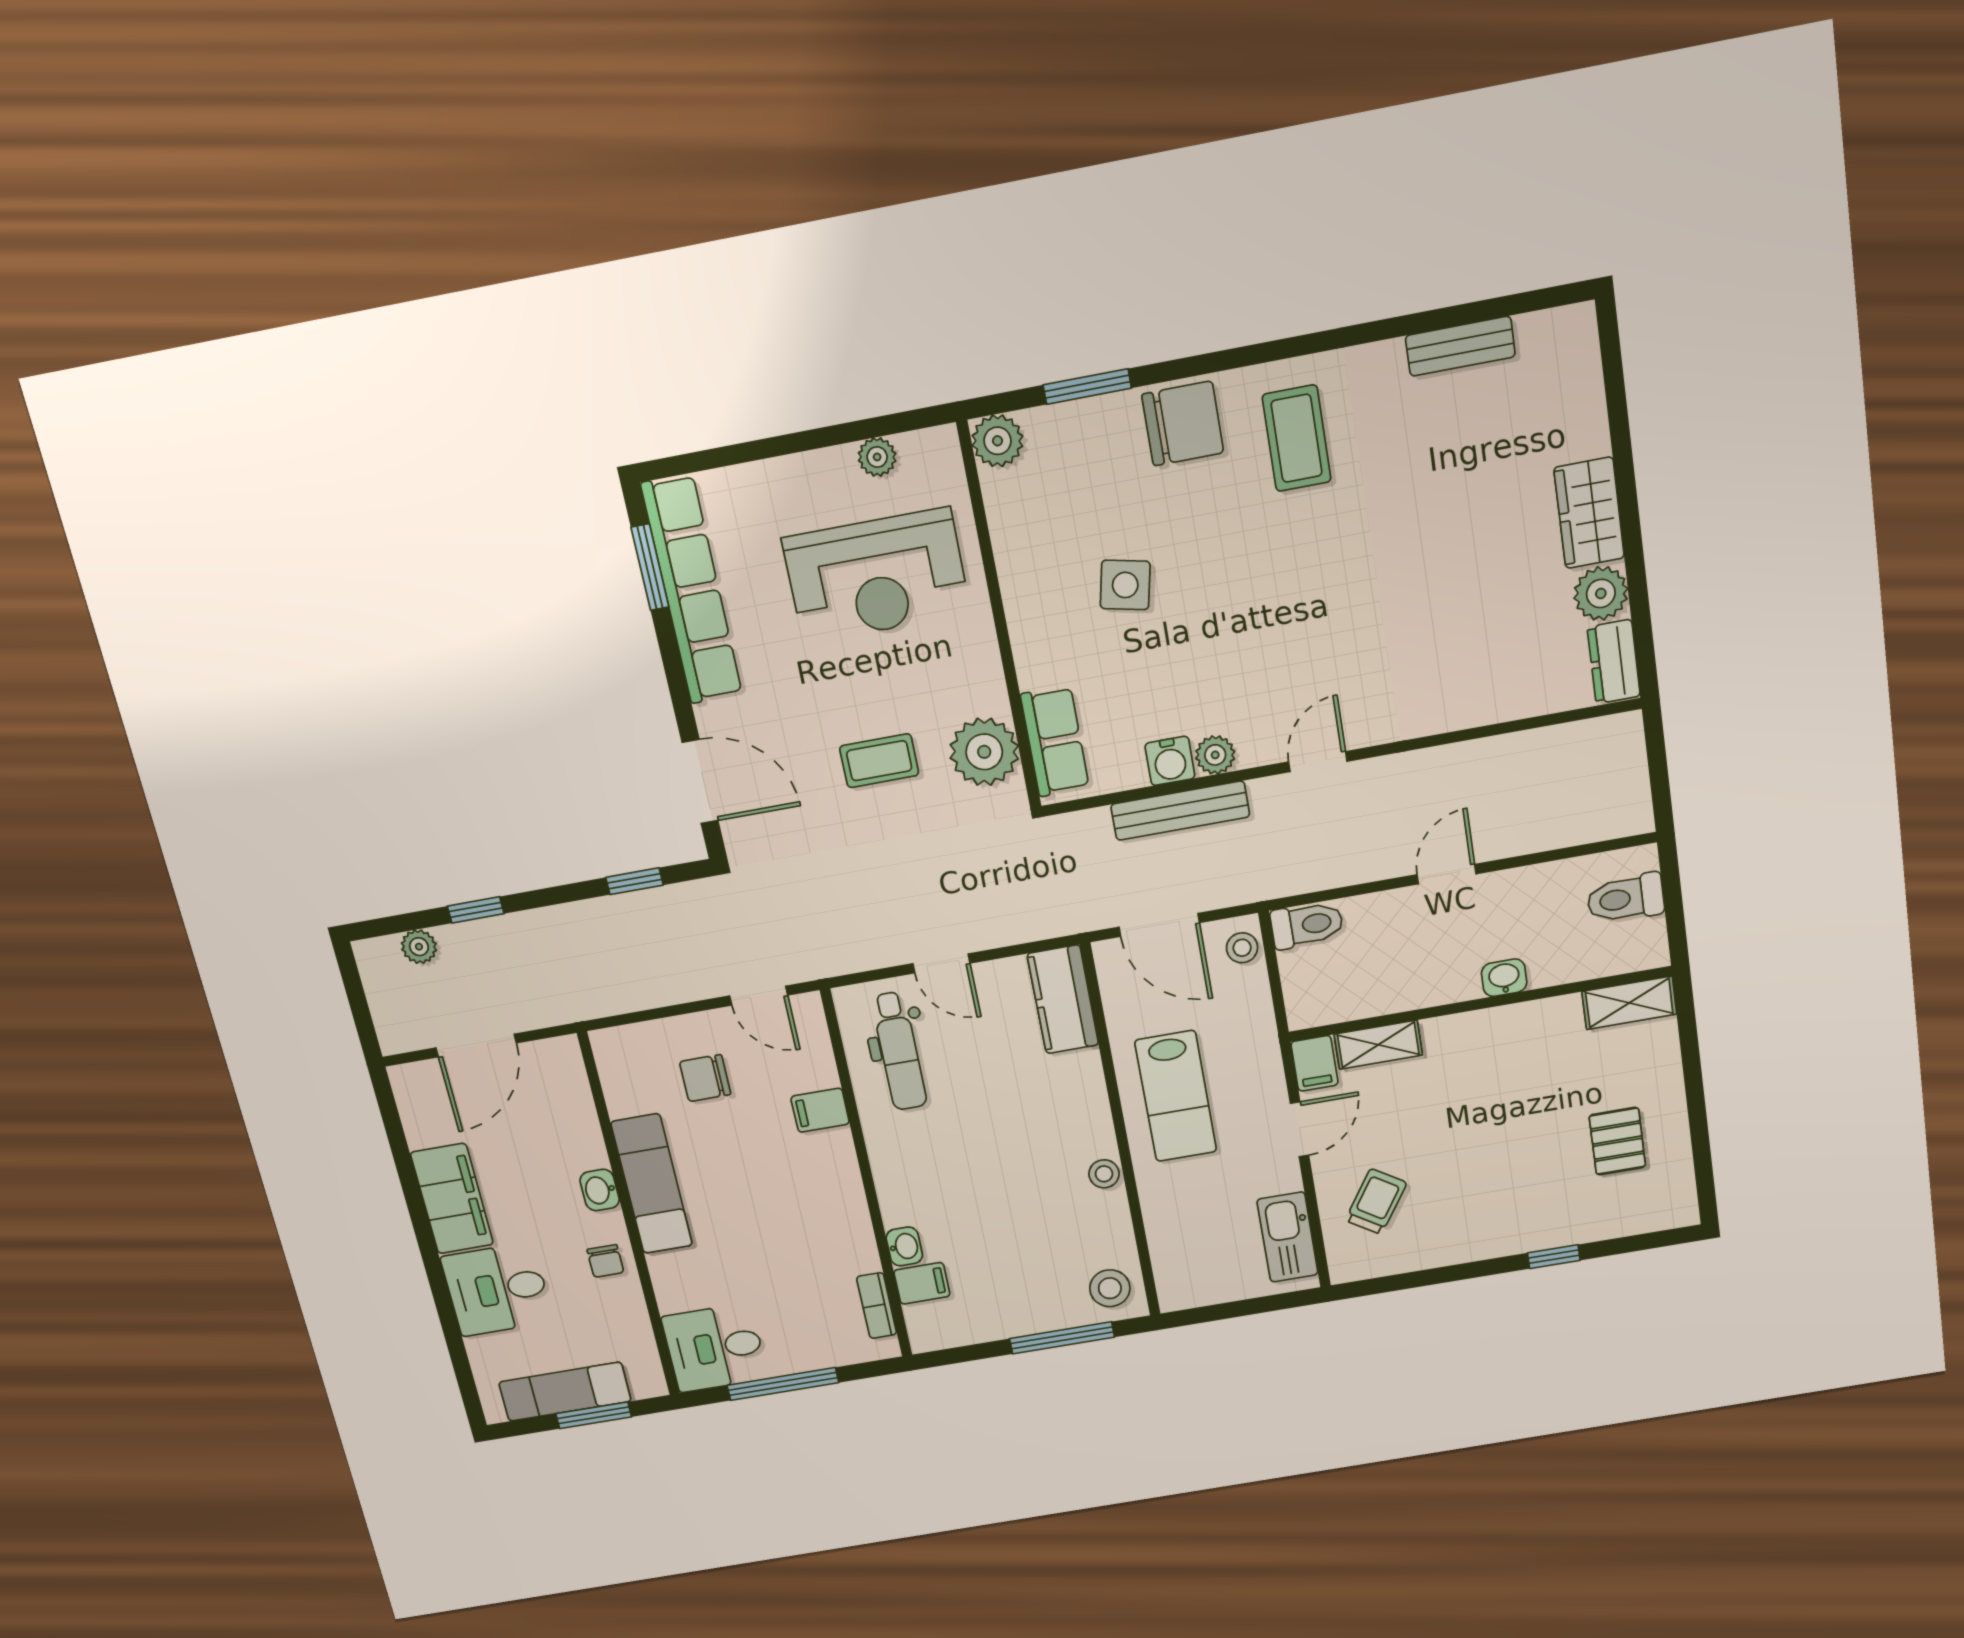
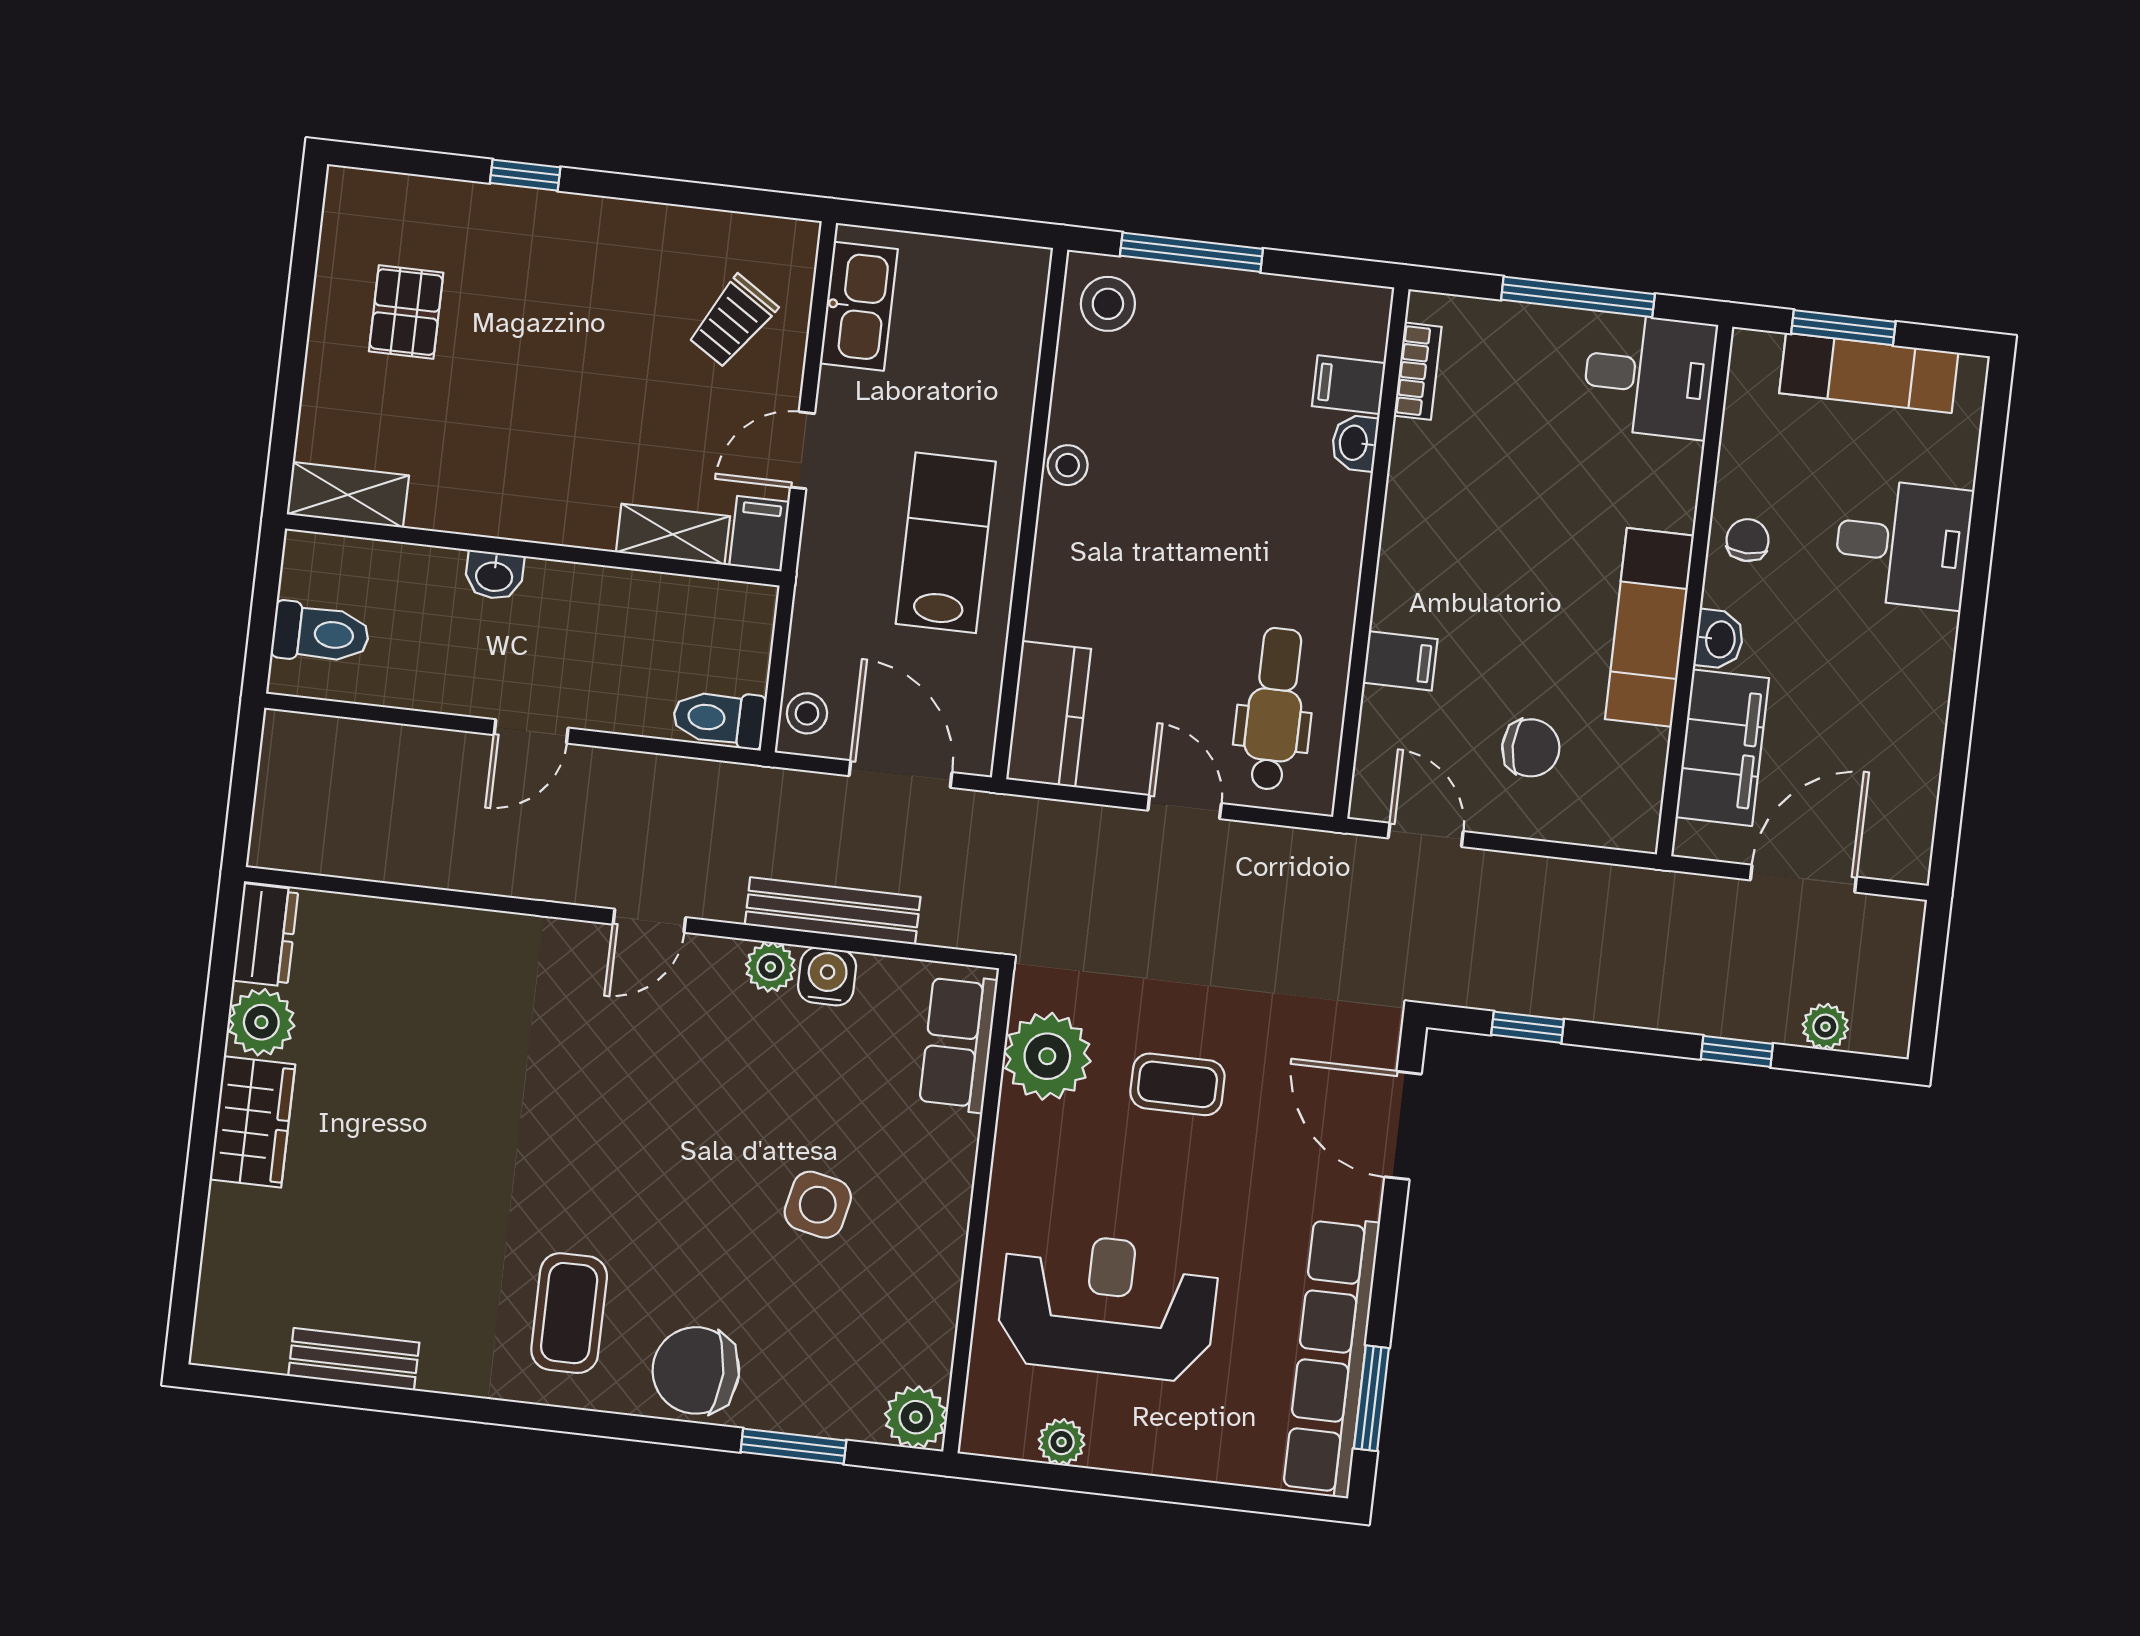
filing cabinet: (452, 1199) -> (1722, 748), moved, turned 180

